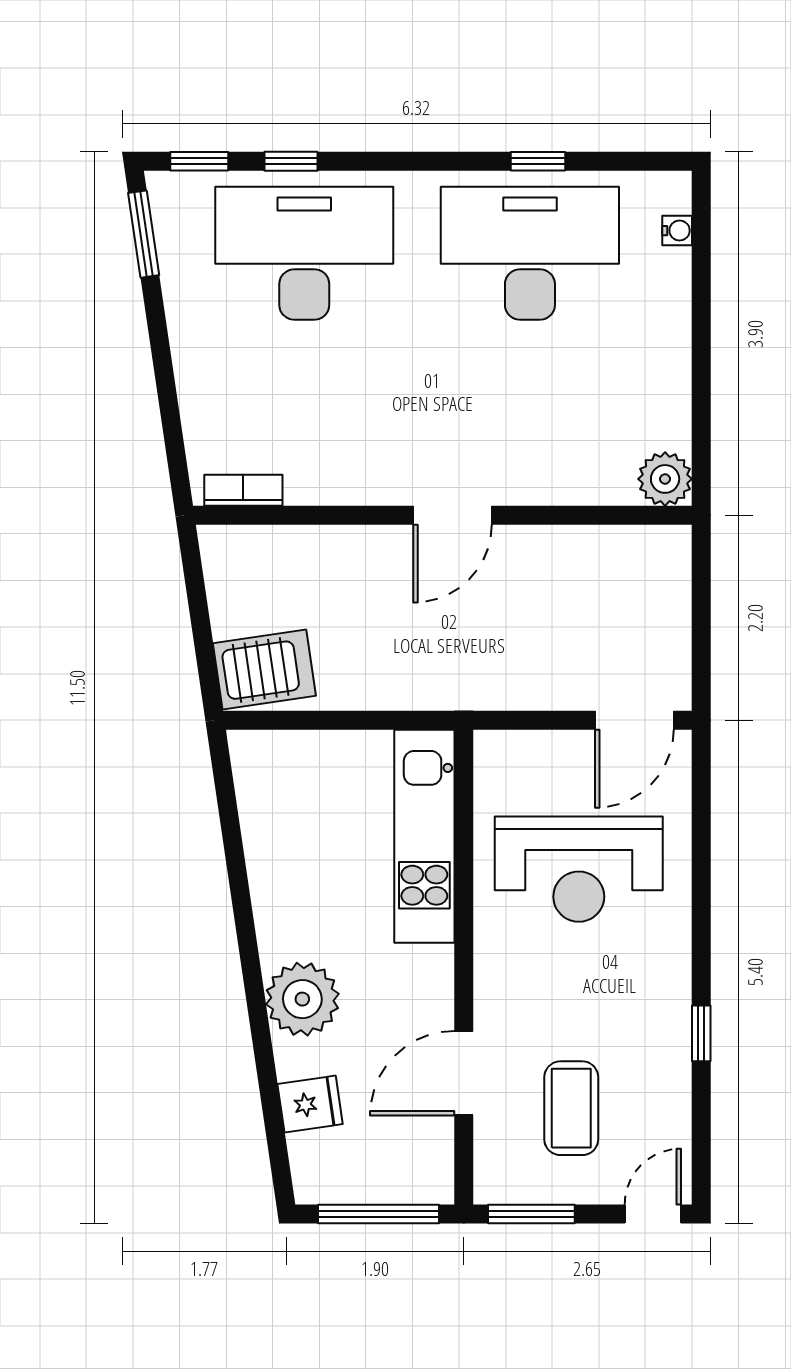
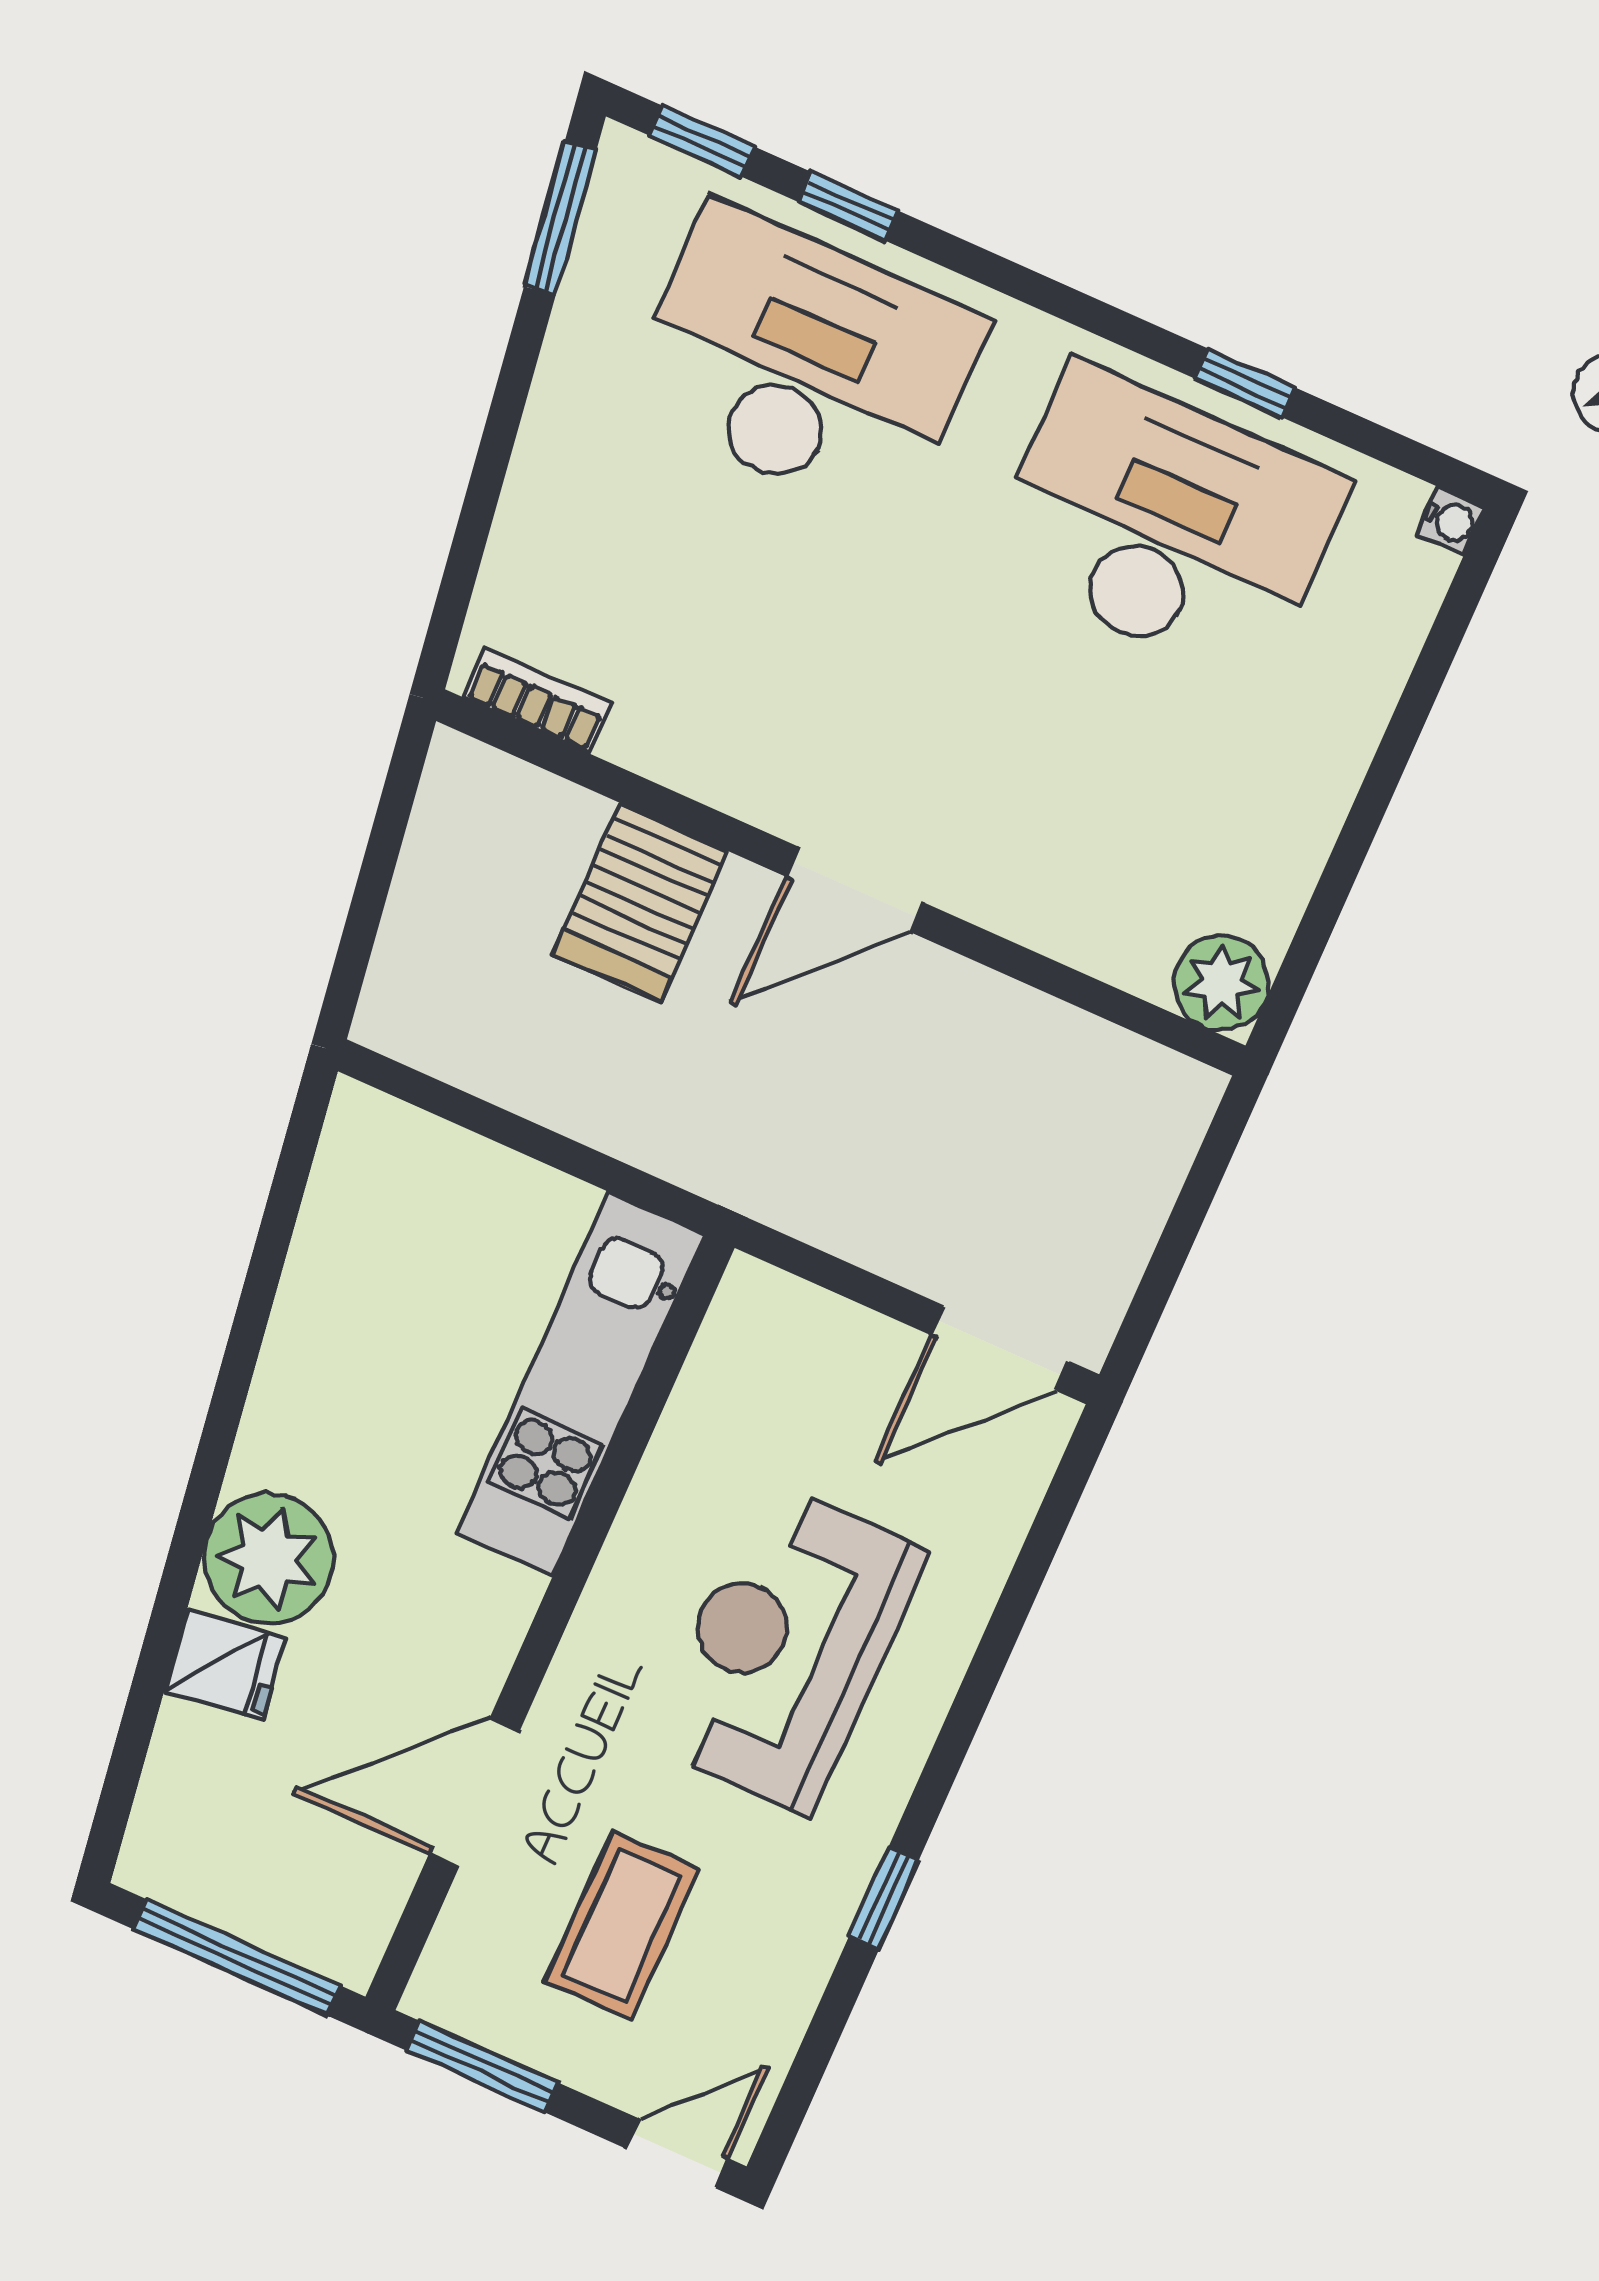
water cooler: (677, 231) -> (1451, 521), moved
server rack: (264, 670) -> (640, 903), moved, turned 98
reception desk: (579, 869) -> (786, 1647), moved, turned 90
fridge: (310, 1104) -> (225, 1665), moved

